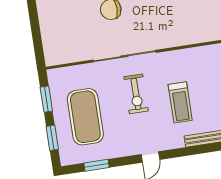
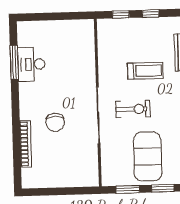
exercise mat: (85, 117) -> (148, 157), turned 90

